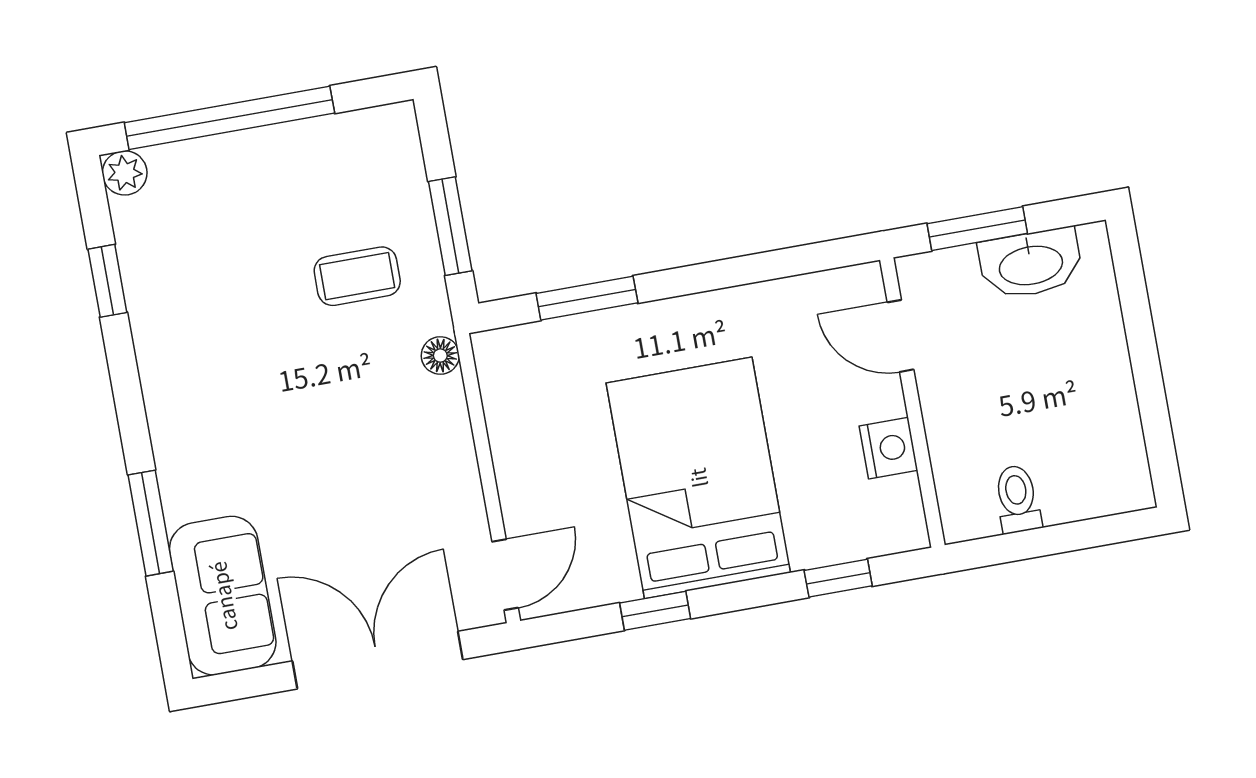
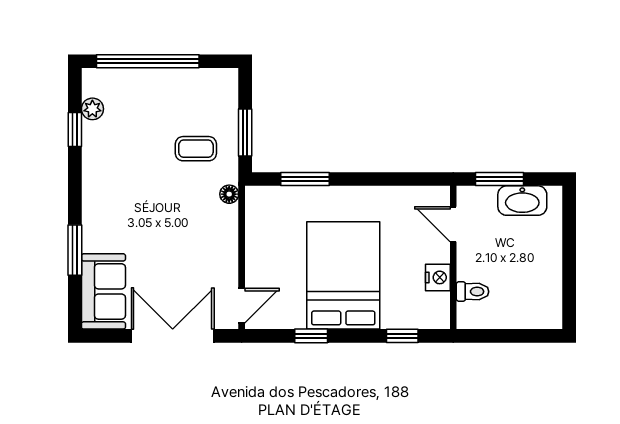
plant: (125, 173) -> (92, 109), moved
toilet: (1017, 499) -> (473, 292), moved, turned 90

